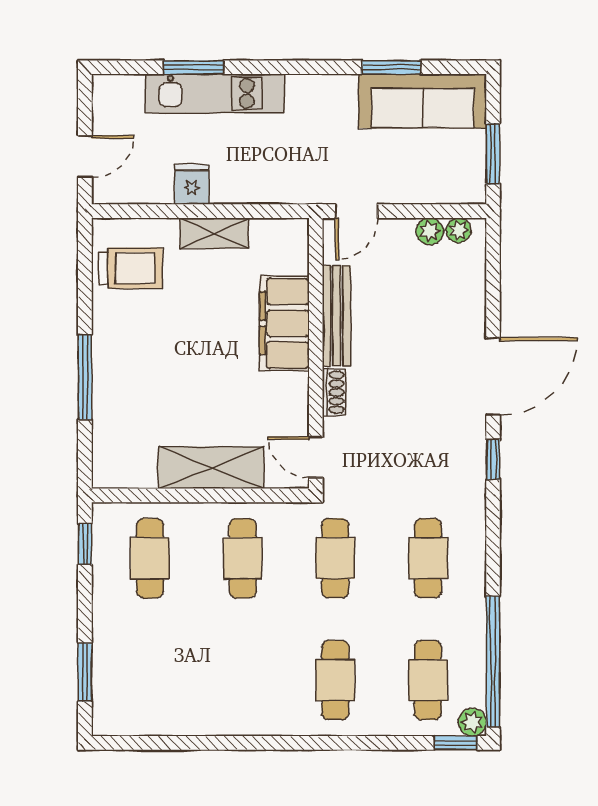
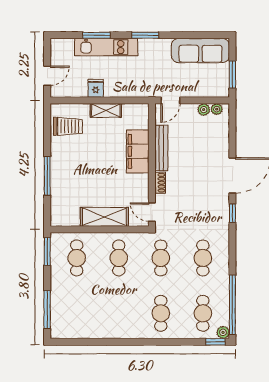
window: (391, 67) -> (145, 35), moved
window: (85, 544) -> (47, 251), width x1.50
window: (85, 672) -> (47, 310), width x1.44

